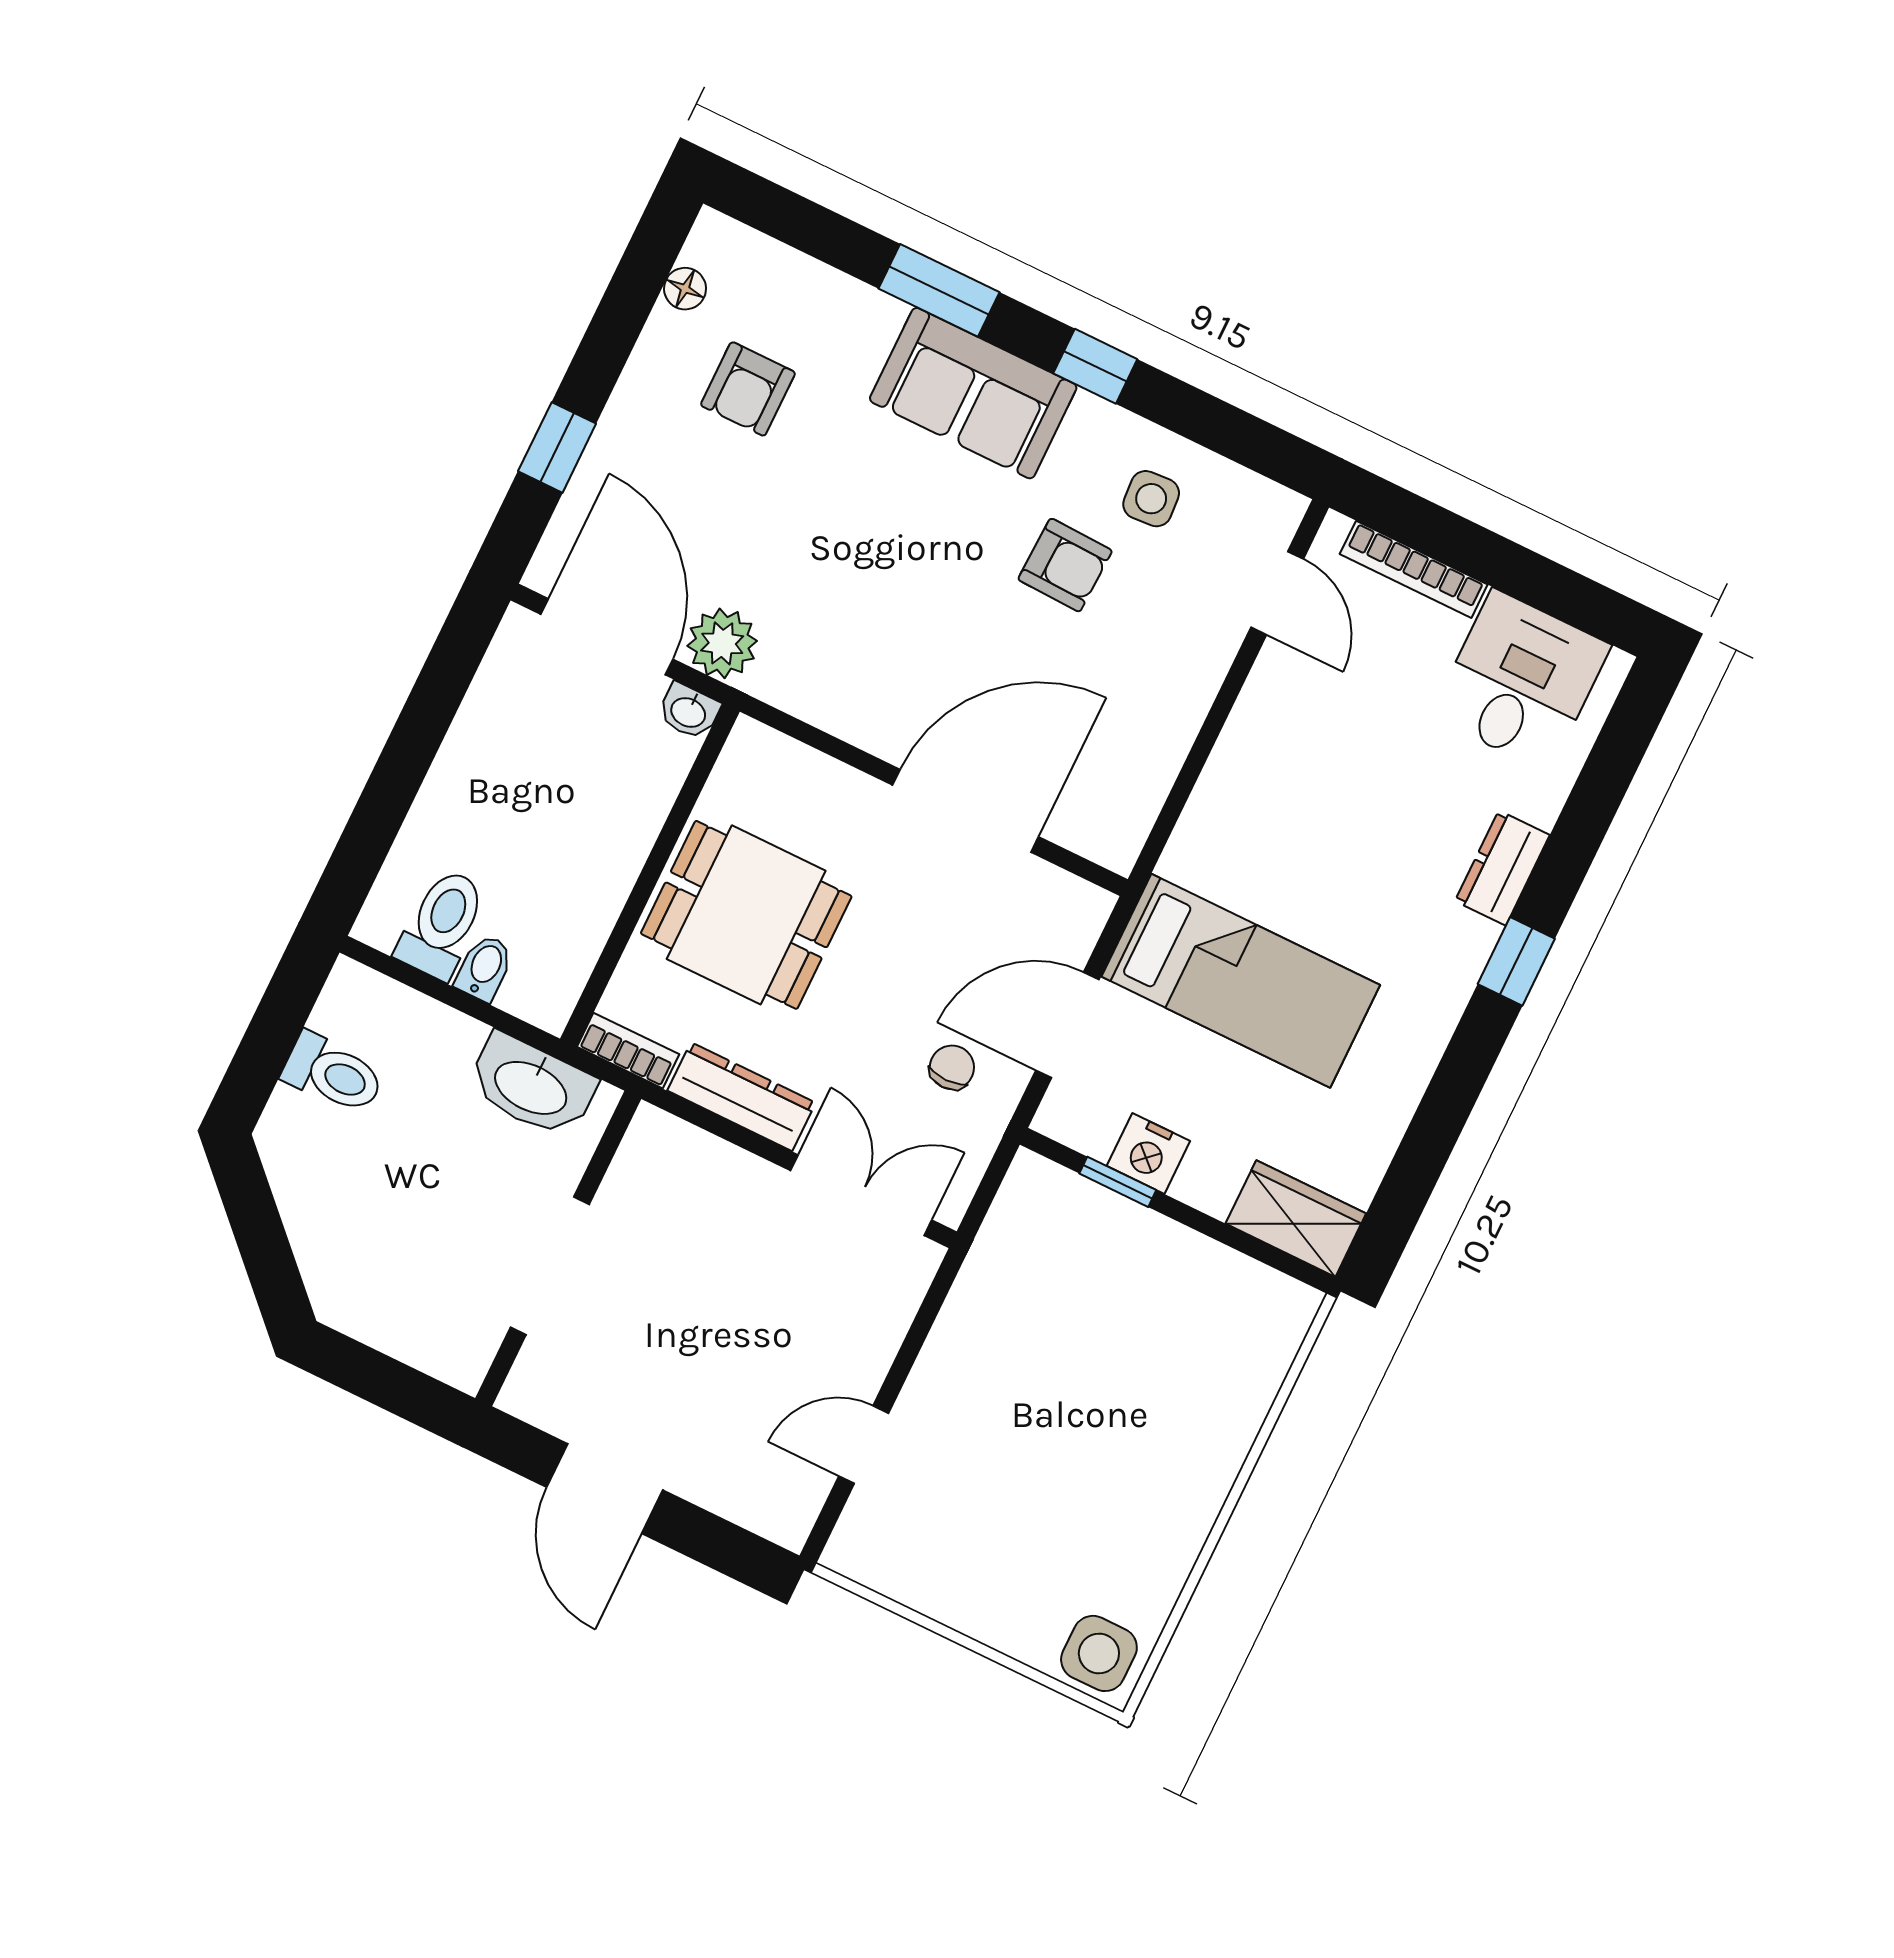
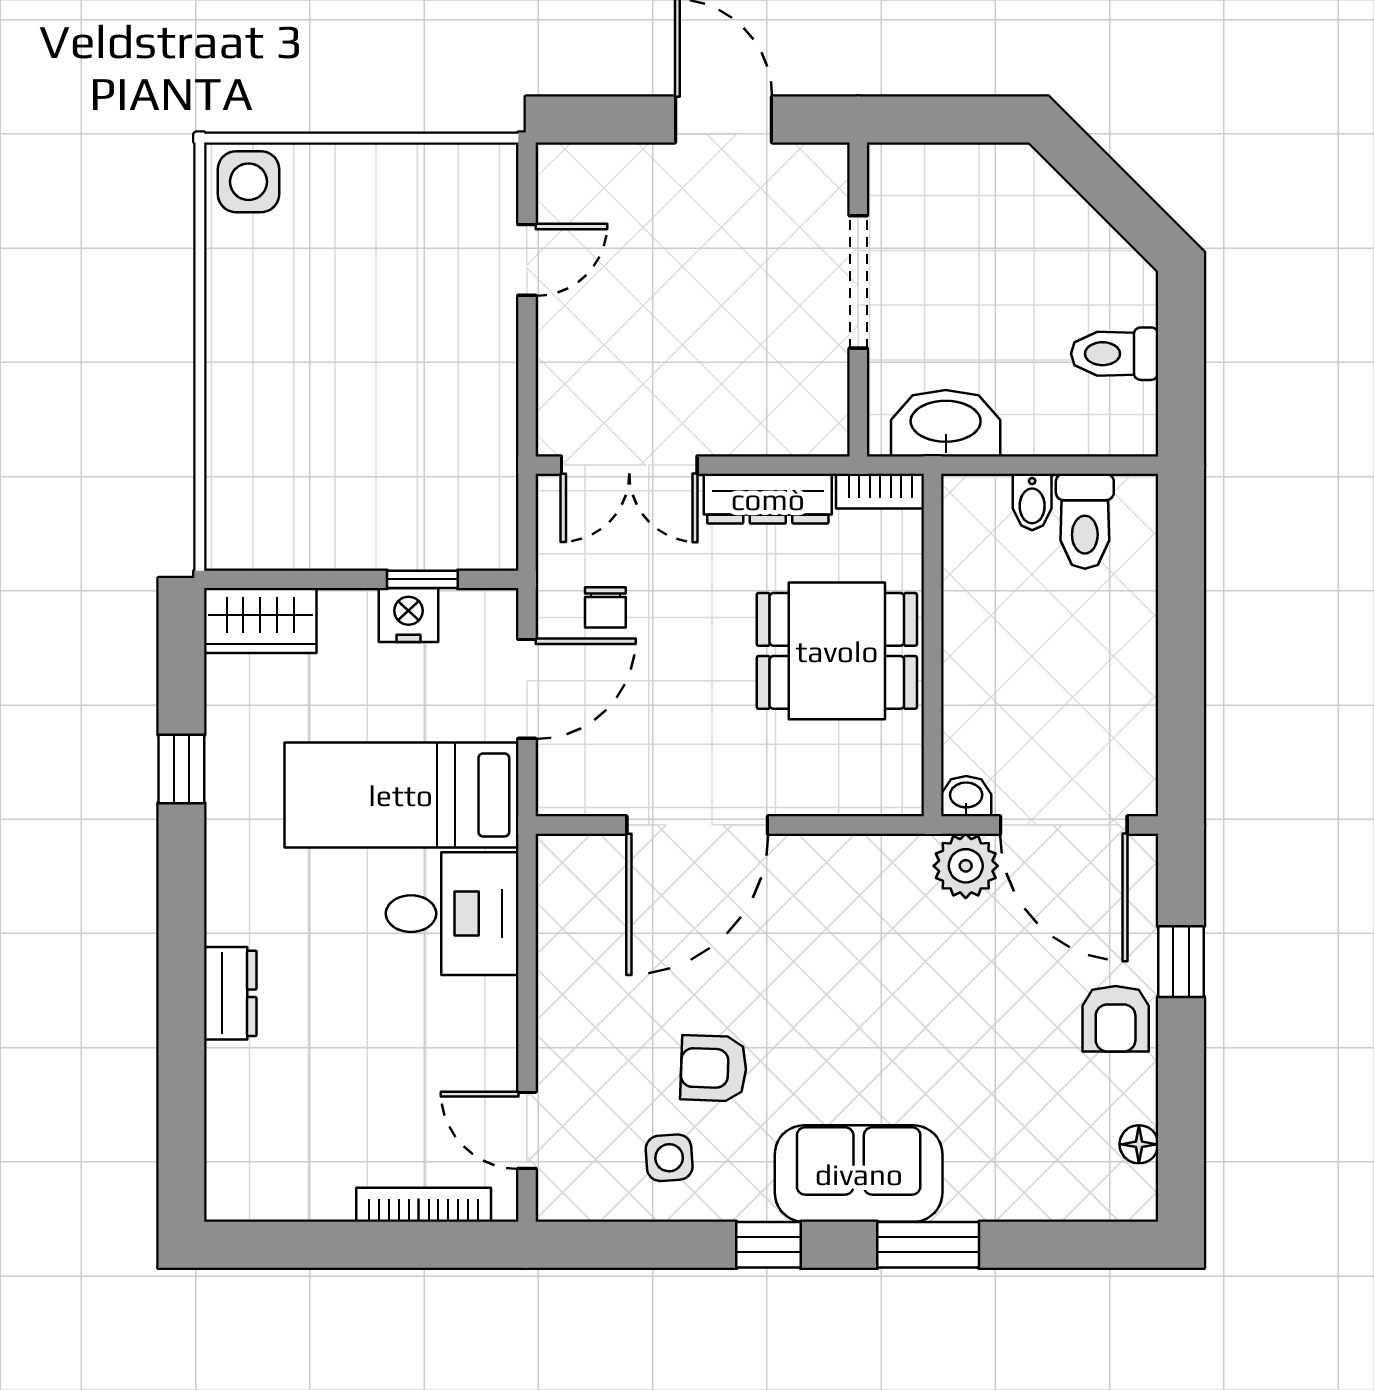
armchair: (748, 389) -> (1116, 1019), moved, turned 180
desk: (1521, 681) -> (452, 914), moved, turned -90
window: (1516, 961) -> (181, 769), moved

